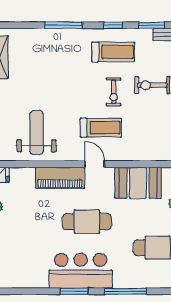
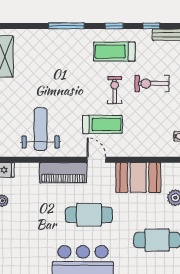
window: (152, 25) -> (151, 26), width x0.67
treadmill: (113, 52) -> (114, 52), turned 180
exercise bike: (114, 92) -> (115, 90), turned 180

